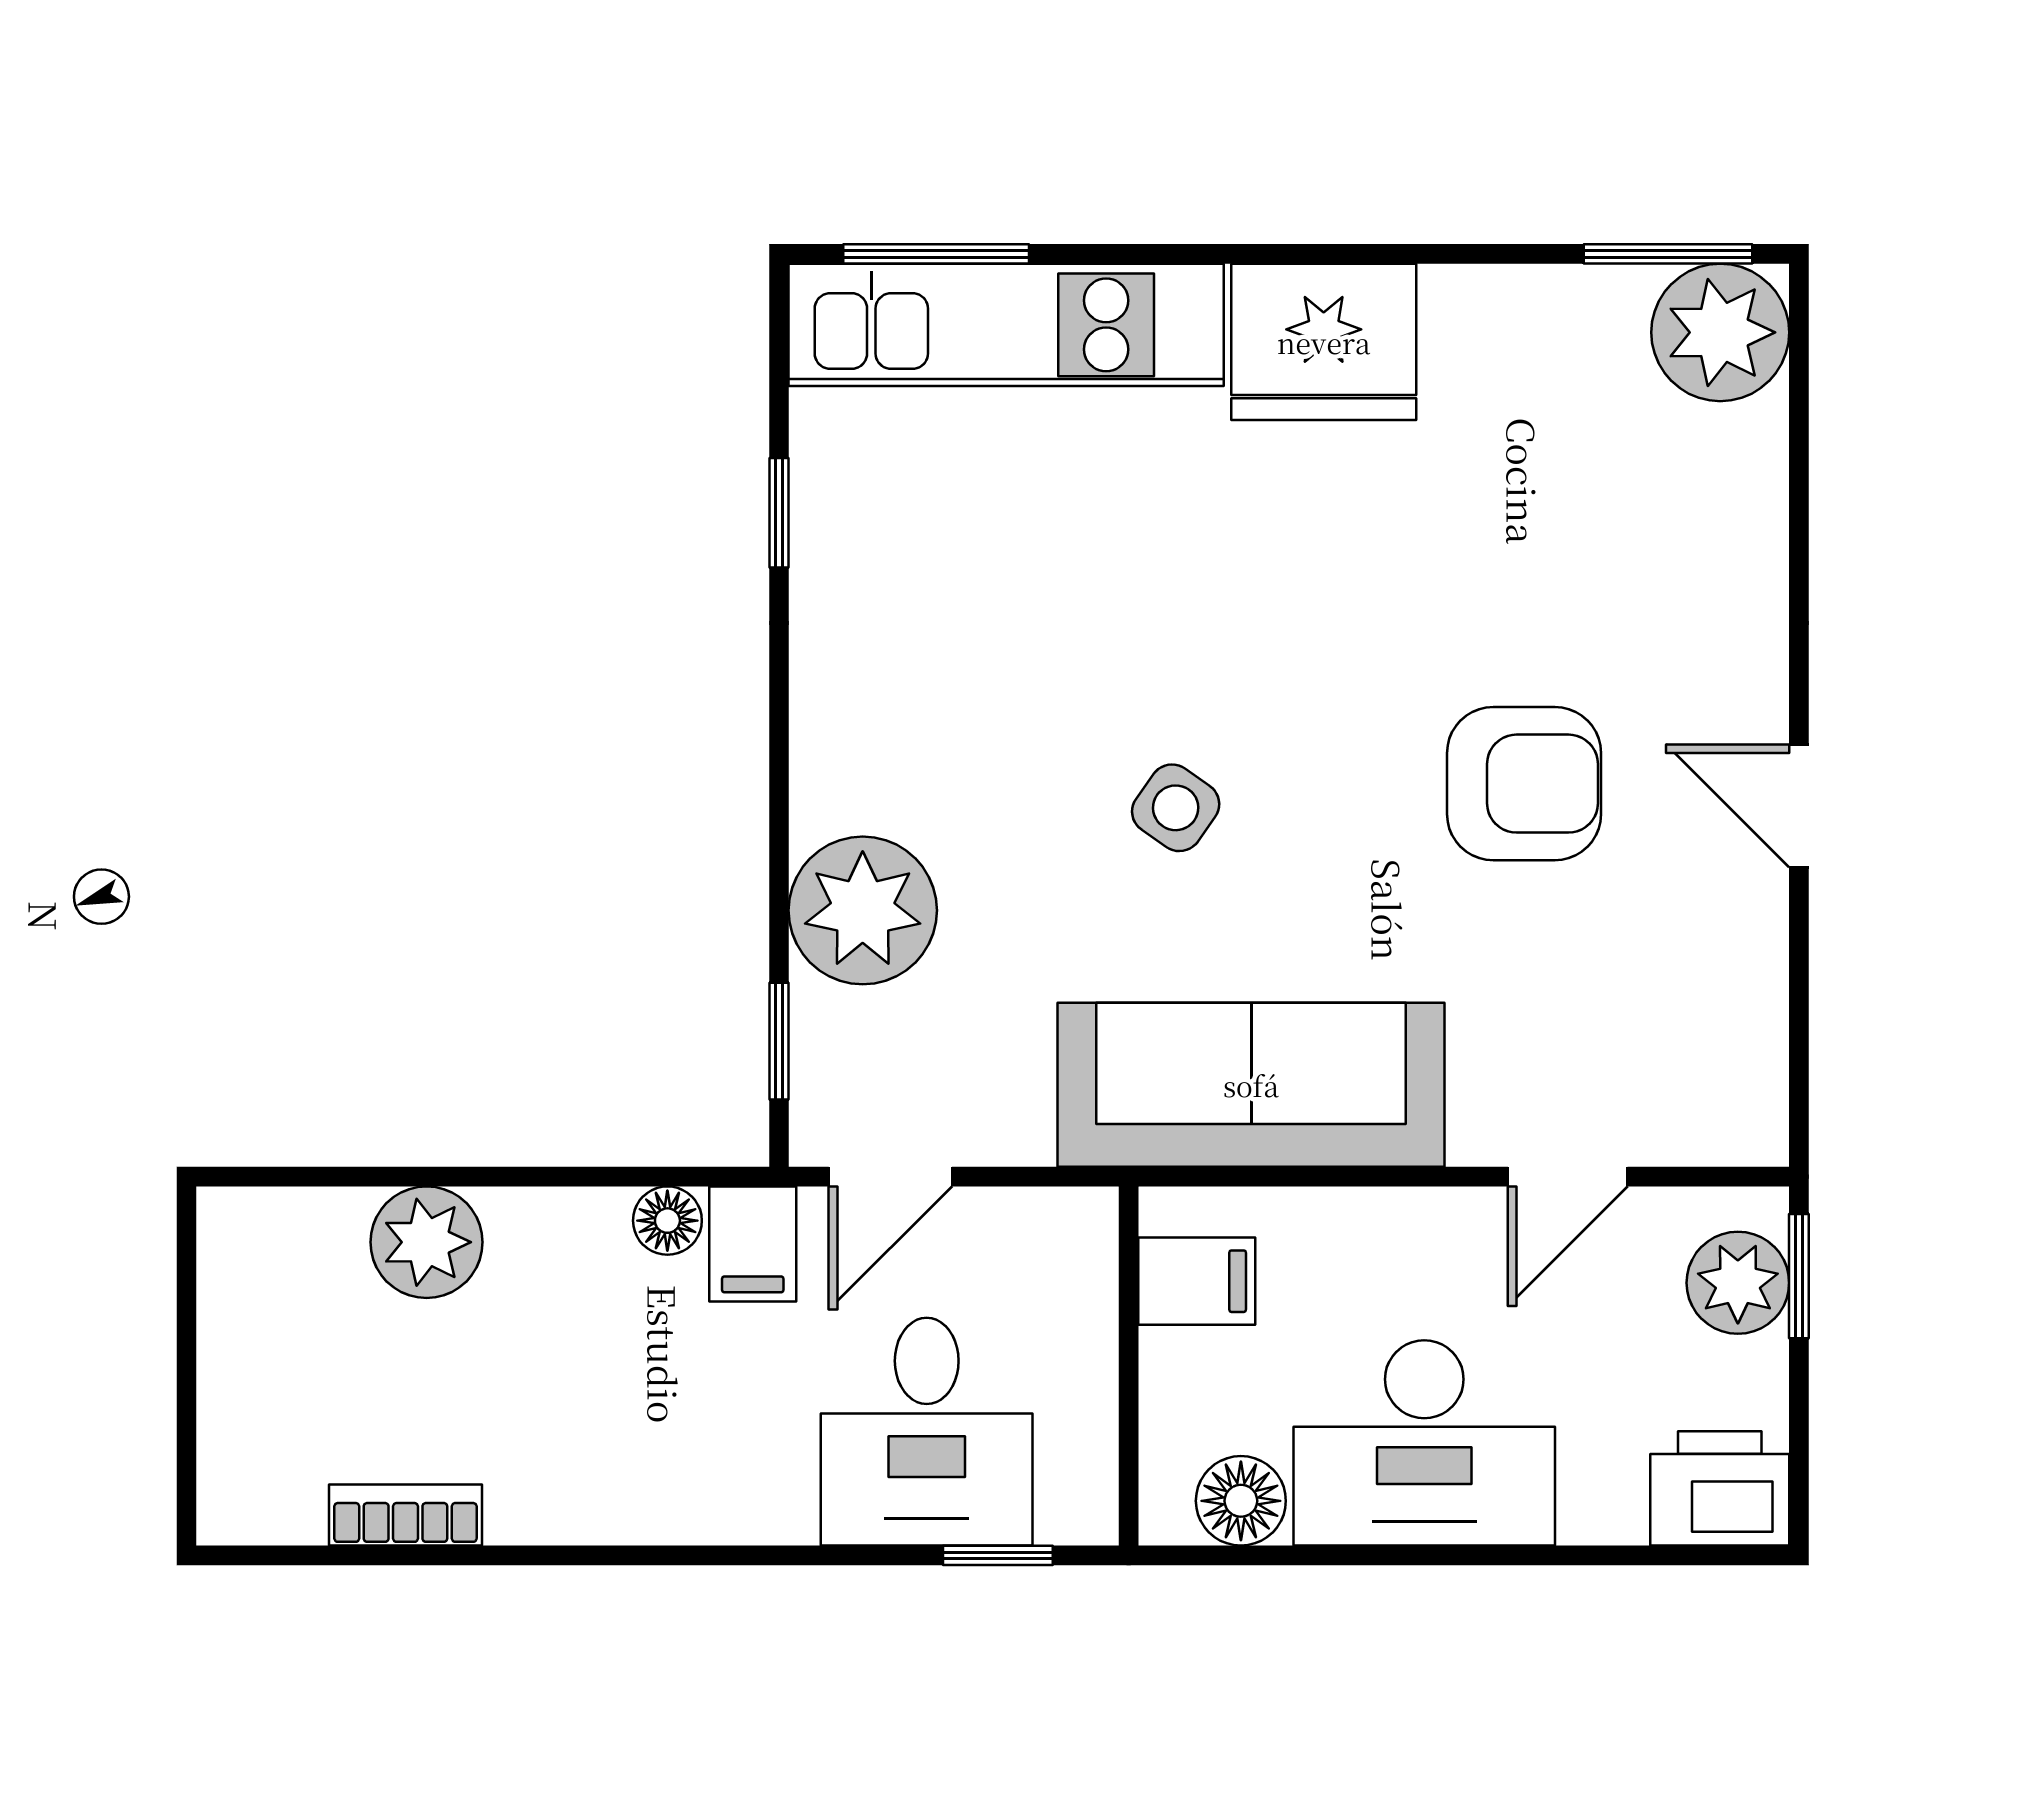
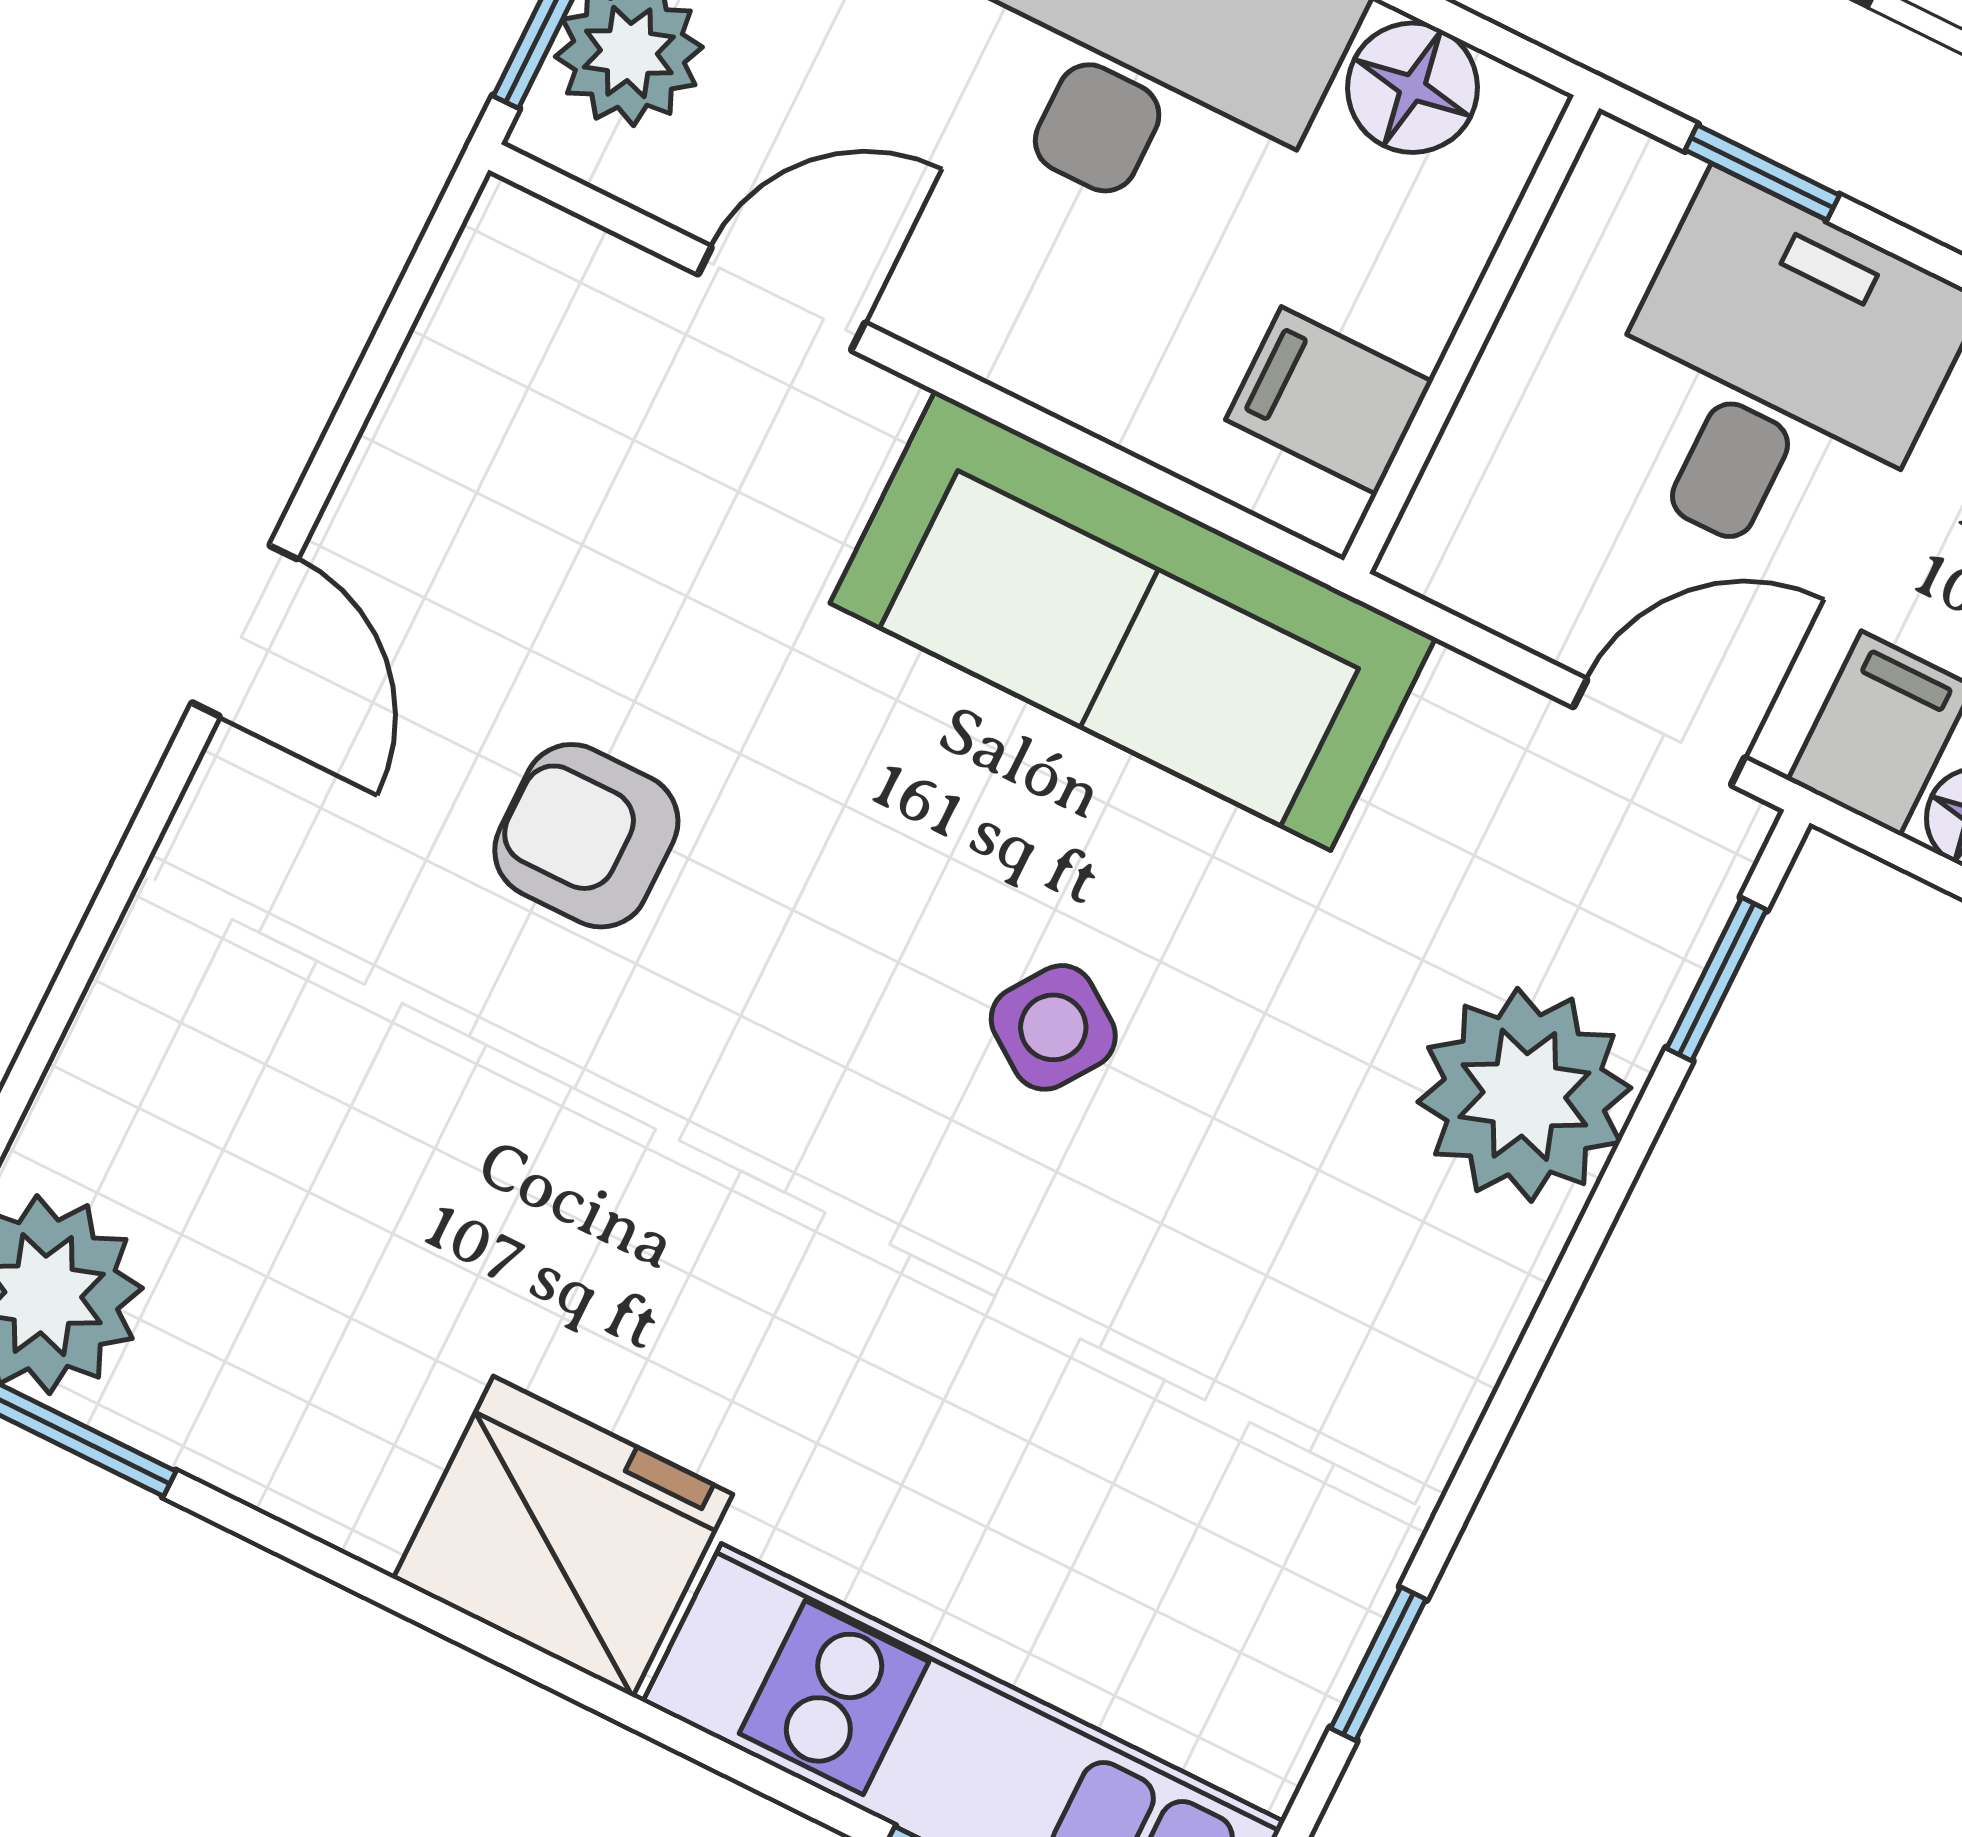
armchair: (1524, 784) -> (586, 836), width x0.72, depth x0.72

